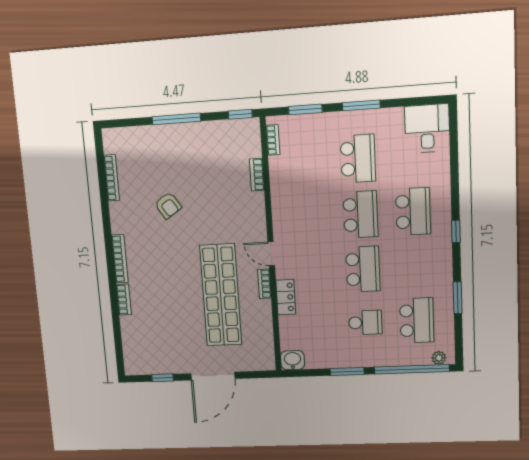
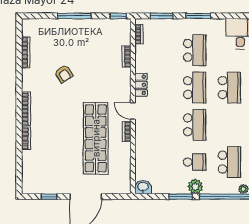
locker: (286, 297) -> (141, 85), moved
plant: (368, 357) -> (195, 187), added

